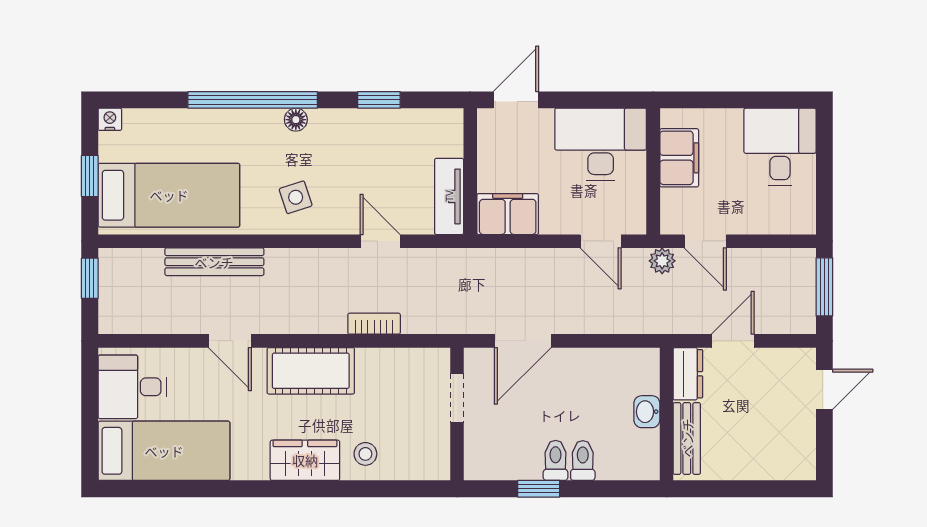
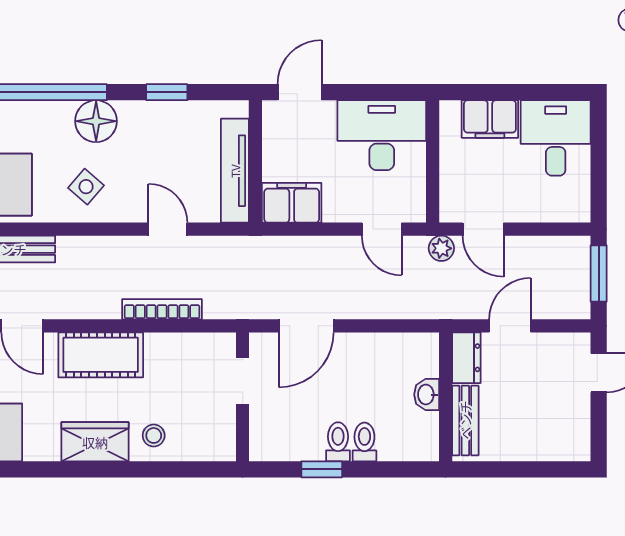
floor lamp: (296, 120) -> (96, 121), width x1.89, depth x1.89
filing cabinet: (679, 158) -> (490, 119), moved, turned 90
tv unit: (449, 196) -> (235, 171), width x1.41
side table: (296, 197) -> (86, 187), turned -31
bookcase: (374, 324) -> (162, 309), width x1.56

